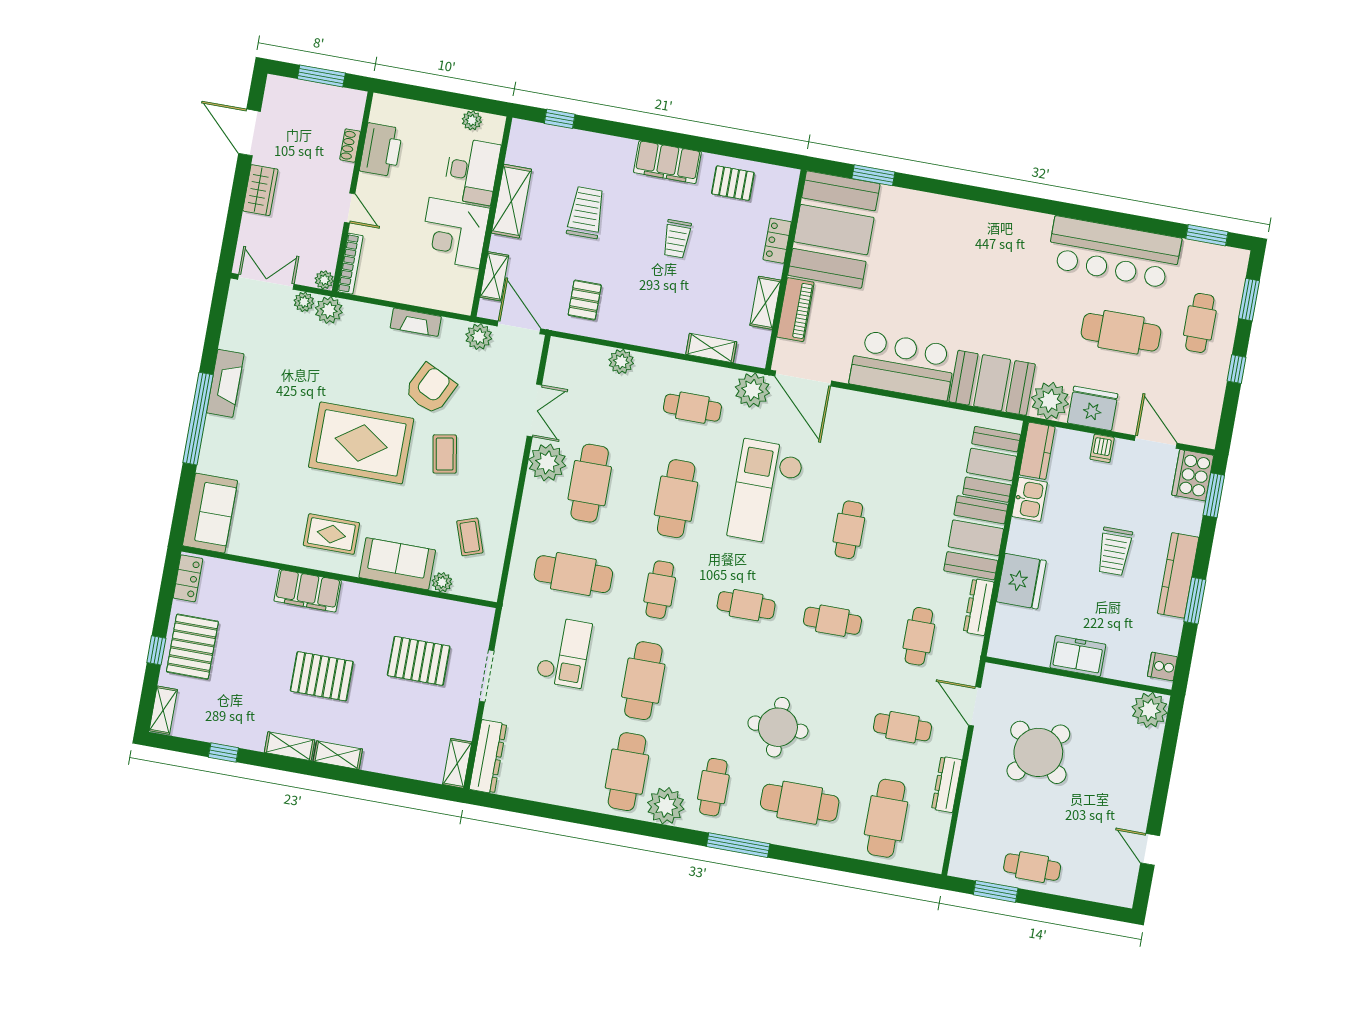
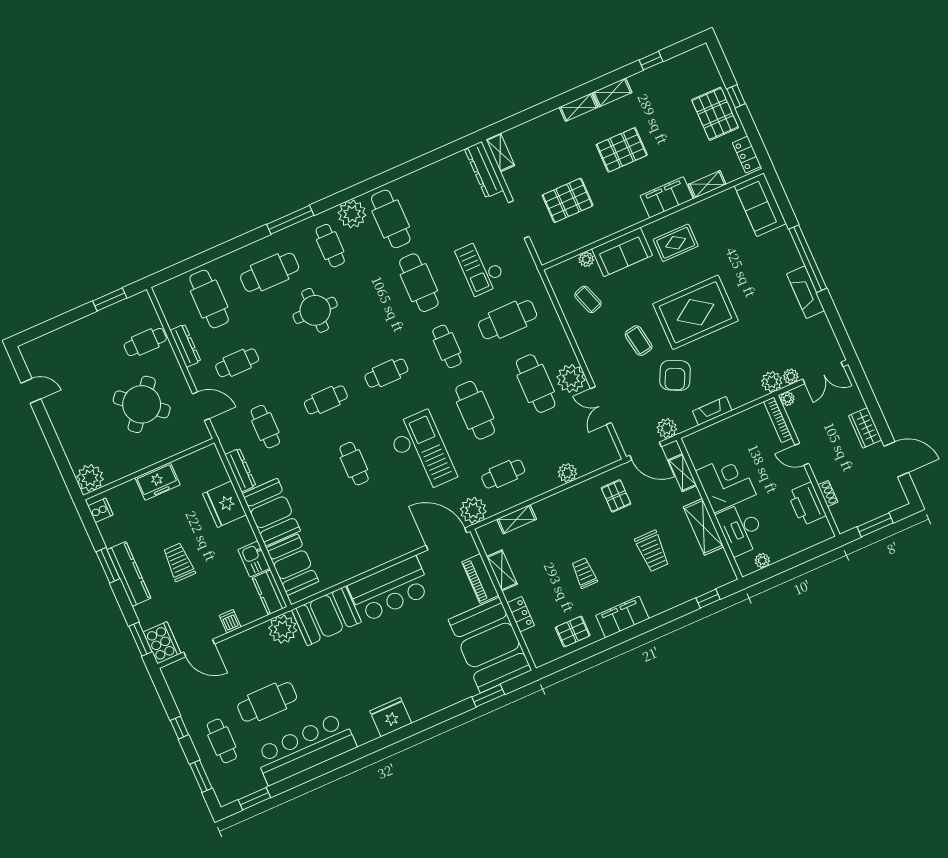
fridge: (1093, 408) -> (391, 717), moved, turned 180
shelving: (163, 710) -> (707, 184), moved, turned 90
cafe table: (1032, 867) -> (145, 342), moved

